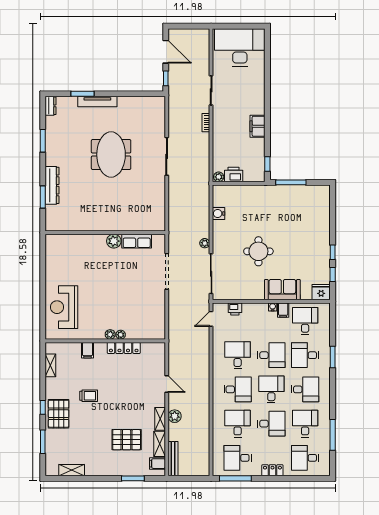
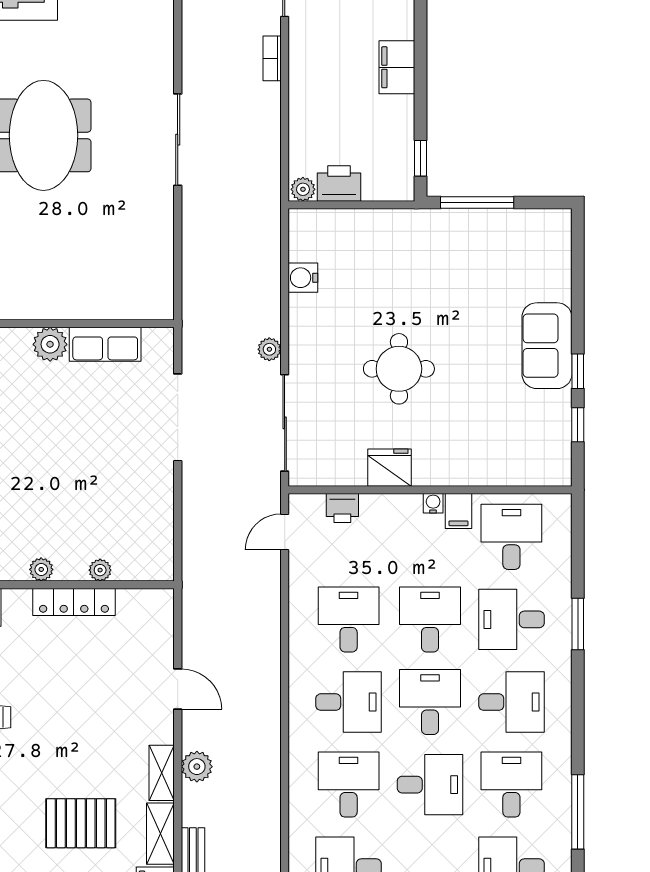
sofa: (282, 290) -> (547, 346), moved, turned -90
fridge: (321, 292) -> (390, 468), moved
plant: (121, 335) -> (100, 570), moved
desk: (271, 355) -> (430, 619), turned -90

